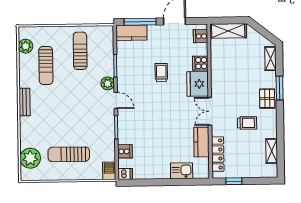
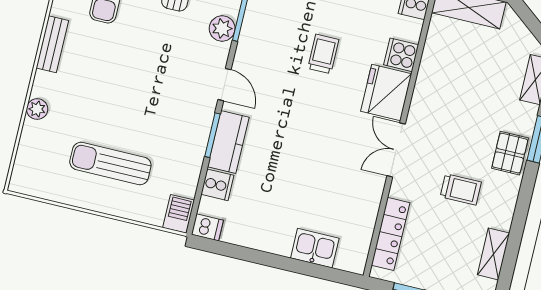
plant: (108, 83) -> (222, 29), moved
kitchen counter: (201, 142) -> (228, 142), moved, turned 180
plant: (30, 158) -> (37, 109), moved, width x0.53, depth x0.53

